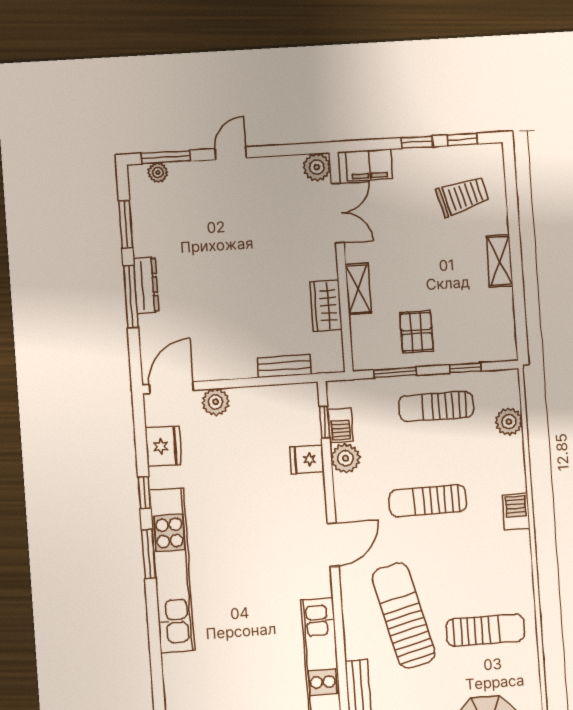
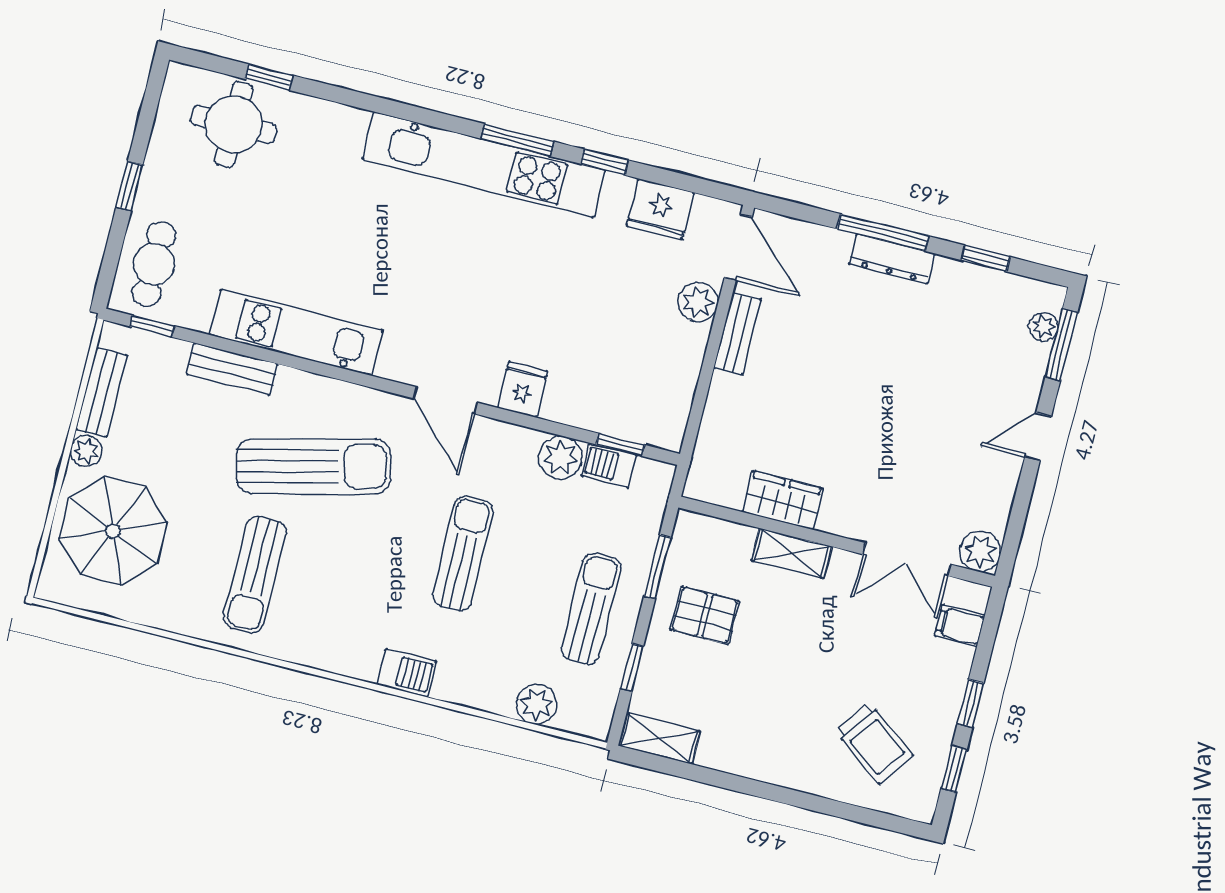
door: (231, 153) -> (1038, 437), swing flipped
filing cabinet: (369, 165) -> (960, 626), width x0.50
trolley: (463, 196) -> (874, 743), turned -39
window: (126, 224) -> (986, 259), width x0.67
shelving: (500, 261) -> (659, 738), moved
bench: (284, 366) -> (738, 334), moved
fridge: (307, 459) -> (523, 389), moved

